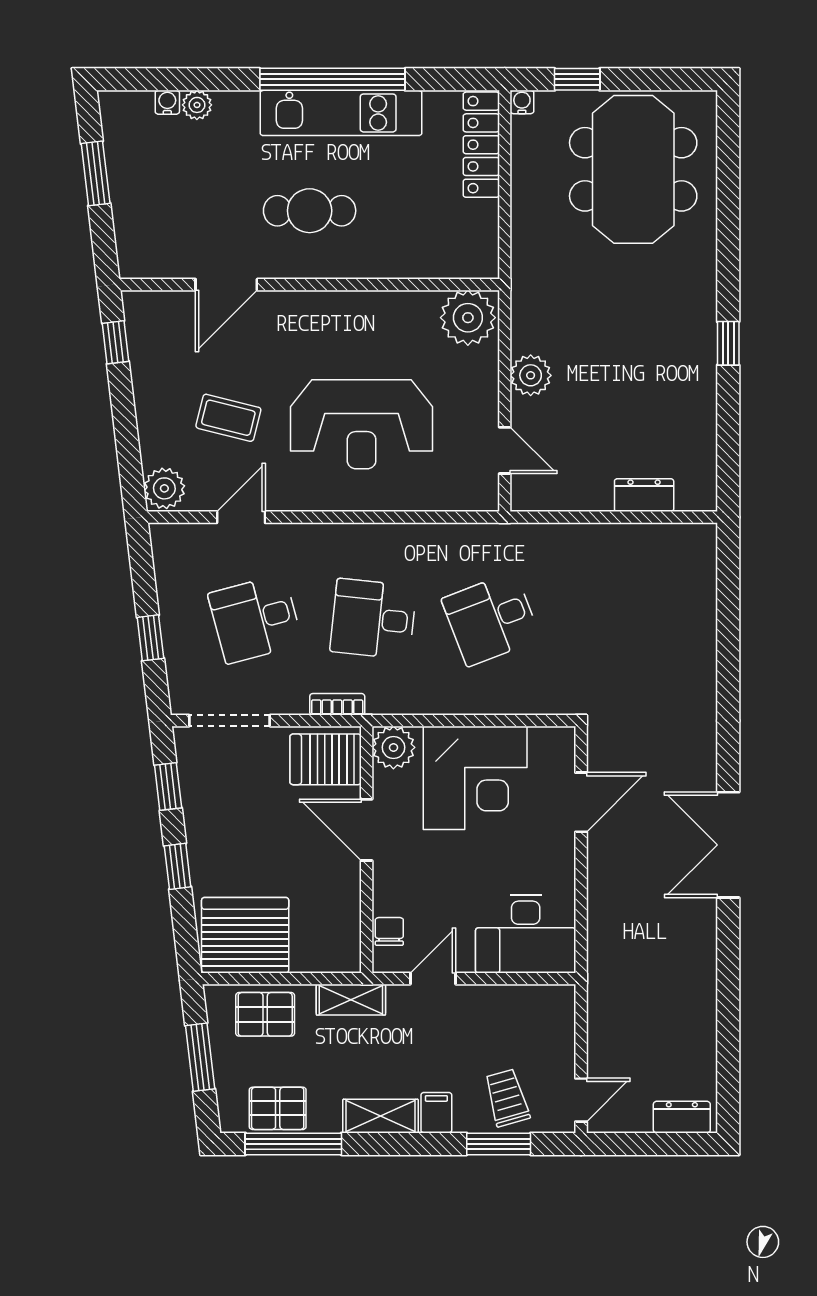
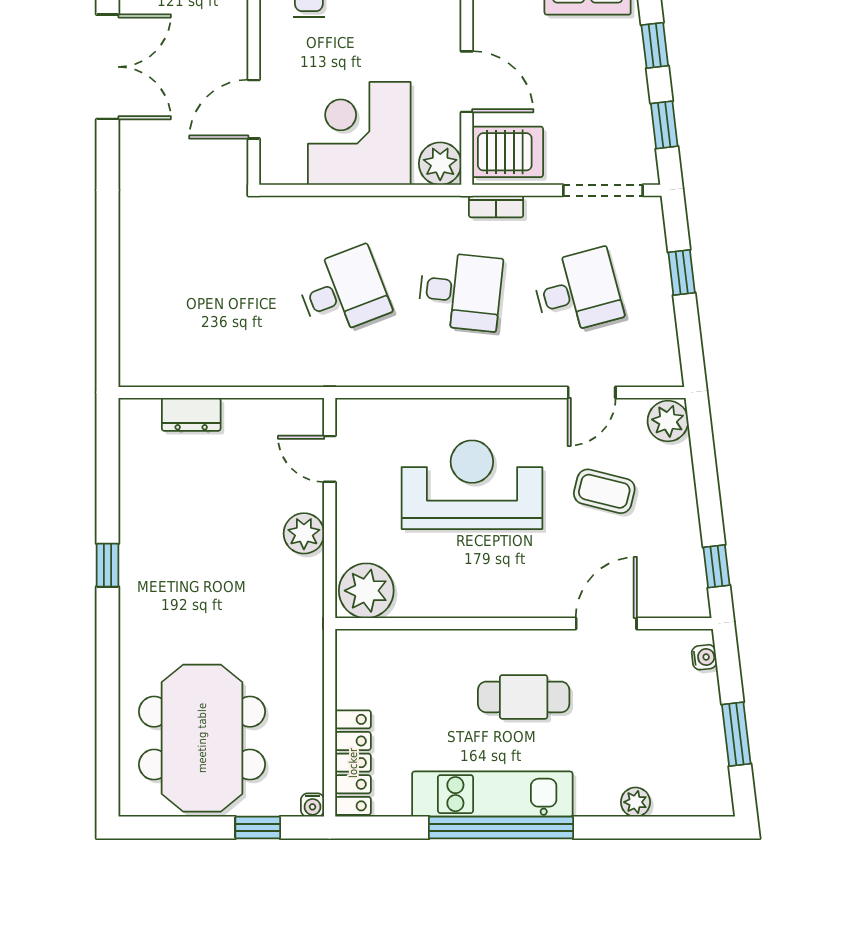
water cooler: (167, 102) -> (704, 657), moved, turned -97

